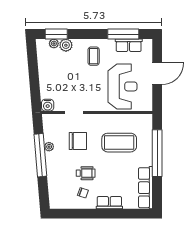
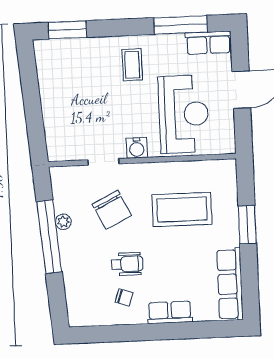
plant: (54, 44) -> (64, 46), removed
plant: (66, 45) -> (84, 48), removed
row of seats: (129, 45) -> (208, 43), moved
water cooler: (48, 105) -> (137, 148), moved
chair: (78, 141) -> (112, 210), turned 64
window: (157, 153) -> (247, 225), width x0.47

